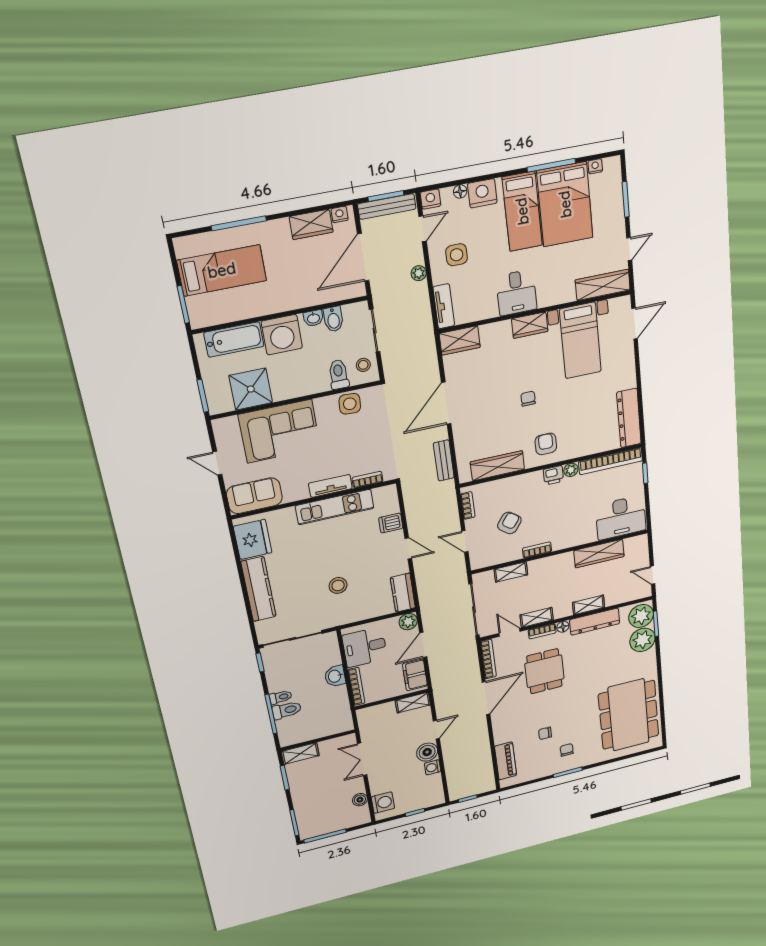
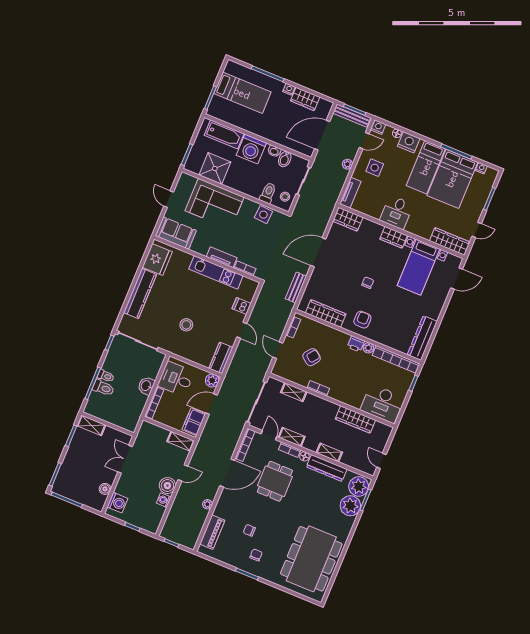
nightstand: (340, 214) -> (289, 89), moved
plant: (483, 740) -> (207, 504), added

